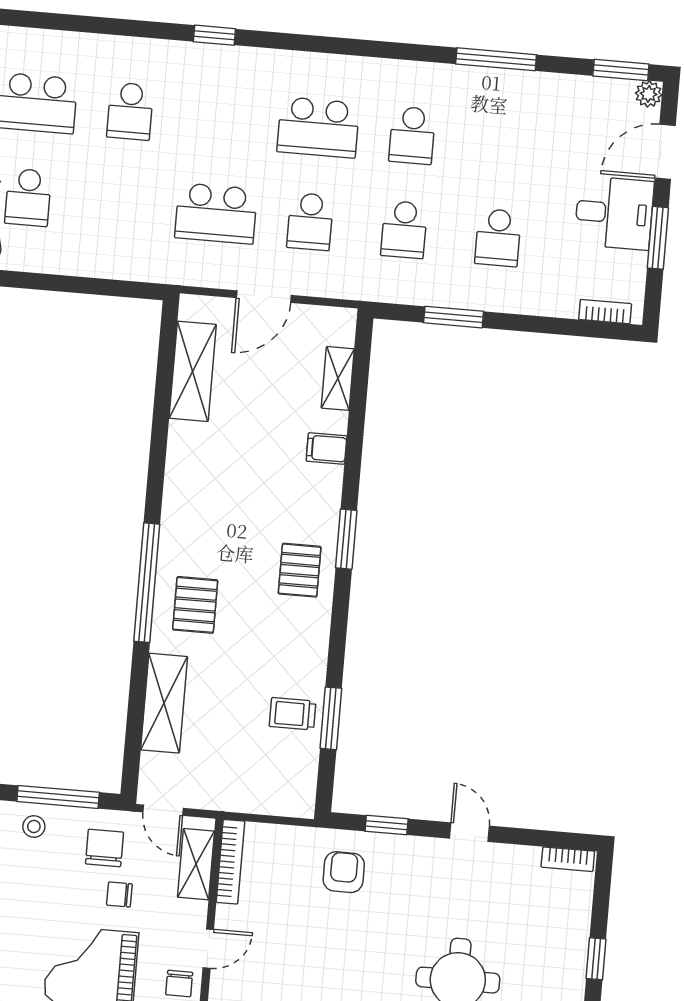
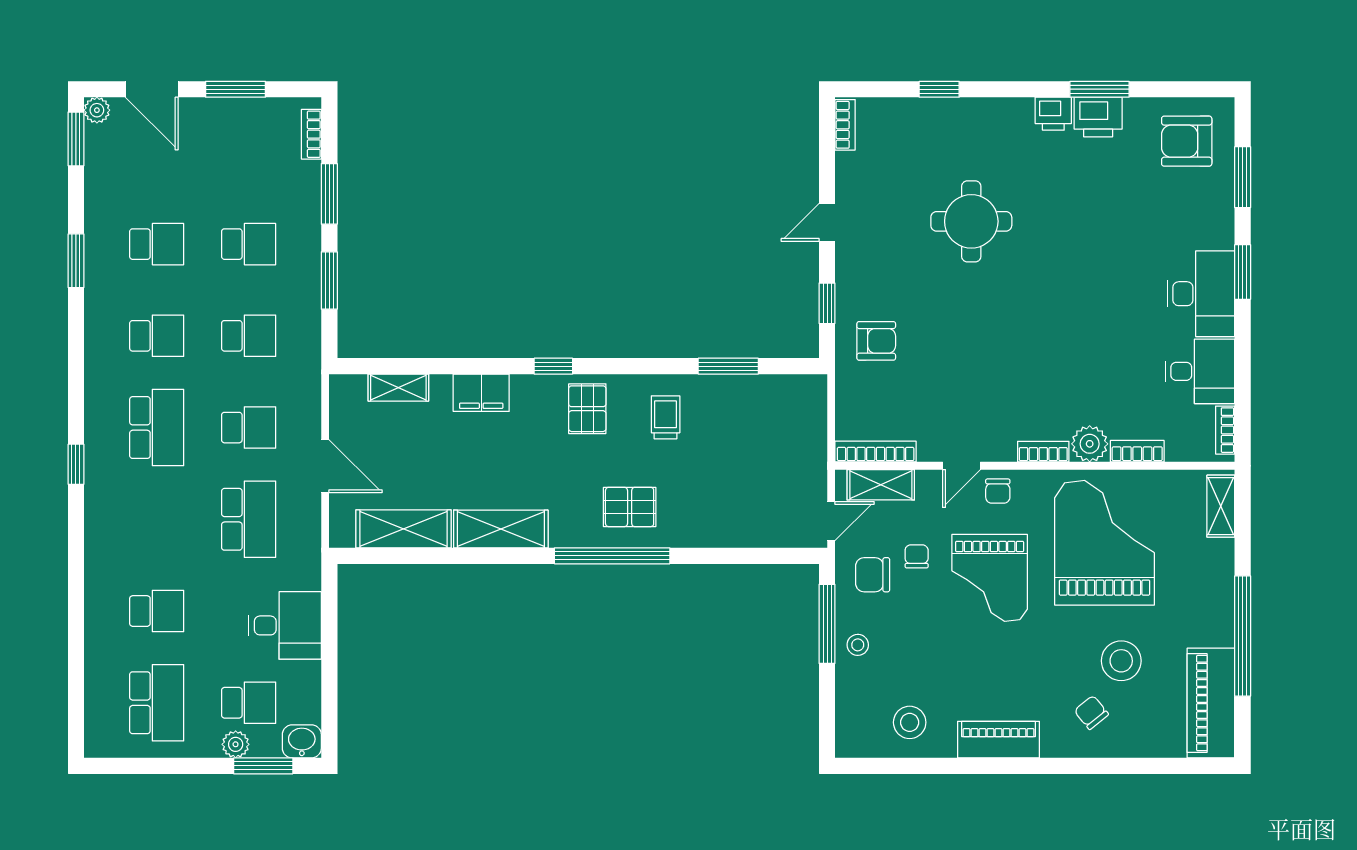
window: (214, 35) -> (76, 464), moved
window: (496, 59) -> (76, 261), width x0.69
school desk: (506, 143) -> (157, 244), added
desk: (614, 213) -> (285, 625), moved, turned 90
window: (542, 325) -> (329, 194), added
filing cabinet: (327, 448) -> (481, 393), width x2.00
window: (346, 539) -> (553, 366), width x0.67
pallet: (300, 570) -> (587, 409), turned 90
shelving: (164, 703) -> (501, 529), moved
trolley: (293, 714) -> (666, 417), moved, turned 180
armchair: (344, 872) -> (876, 341), turned 180
chair: (119, 895) -> (917, 556), turned 180
door: (208, 949) -> (962, 466), swing flipped
chair: (179, 983) -> (998, 491), turned 90

